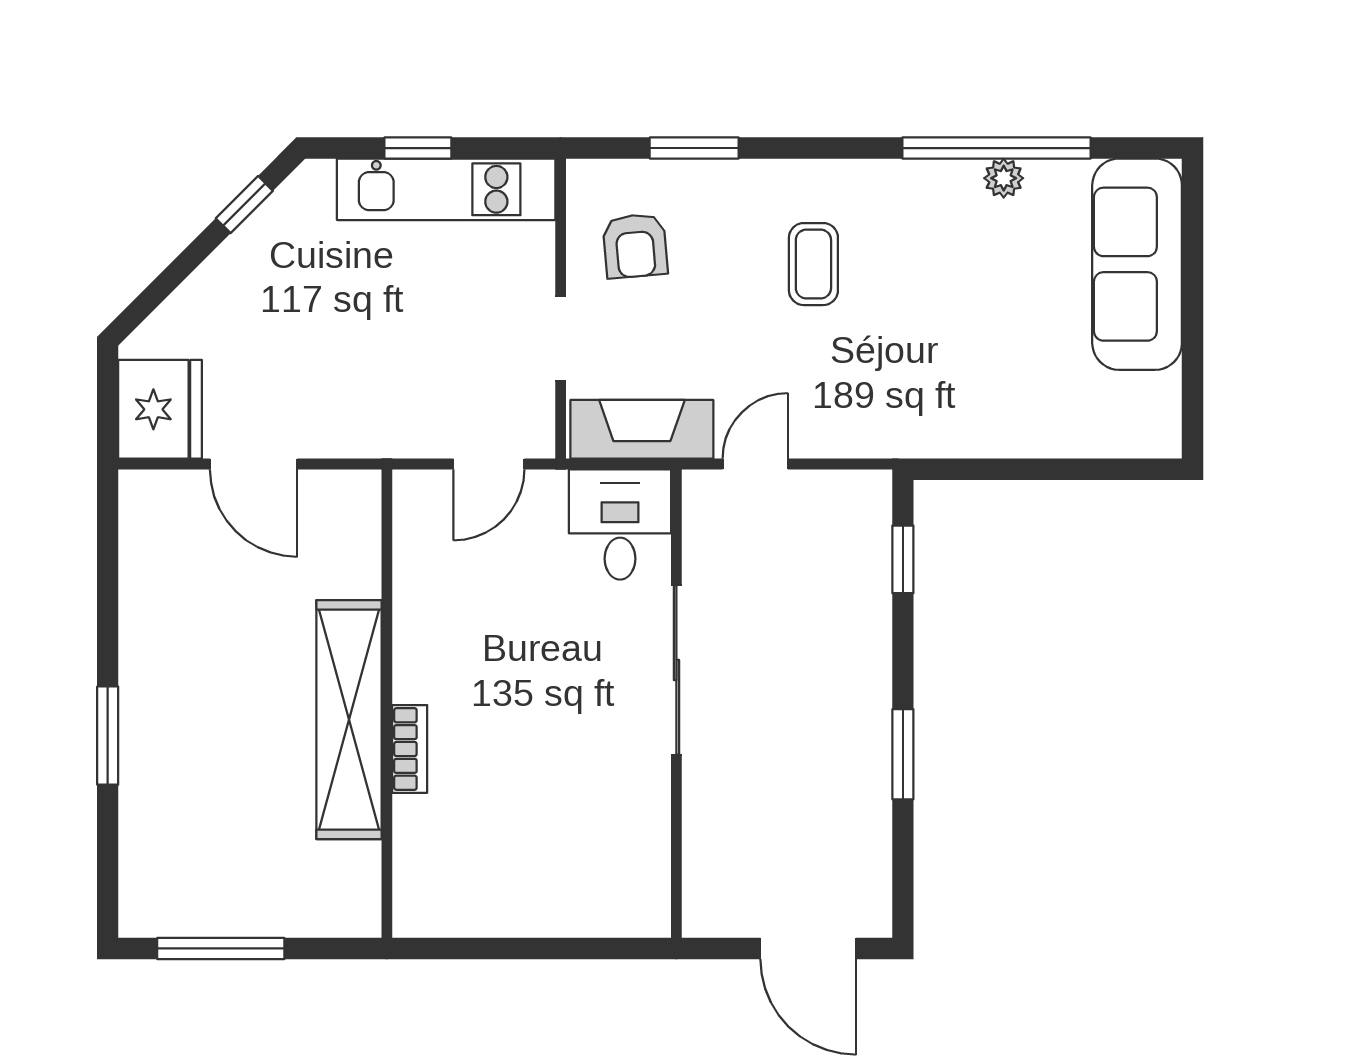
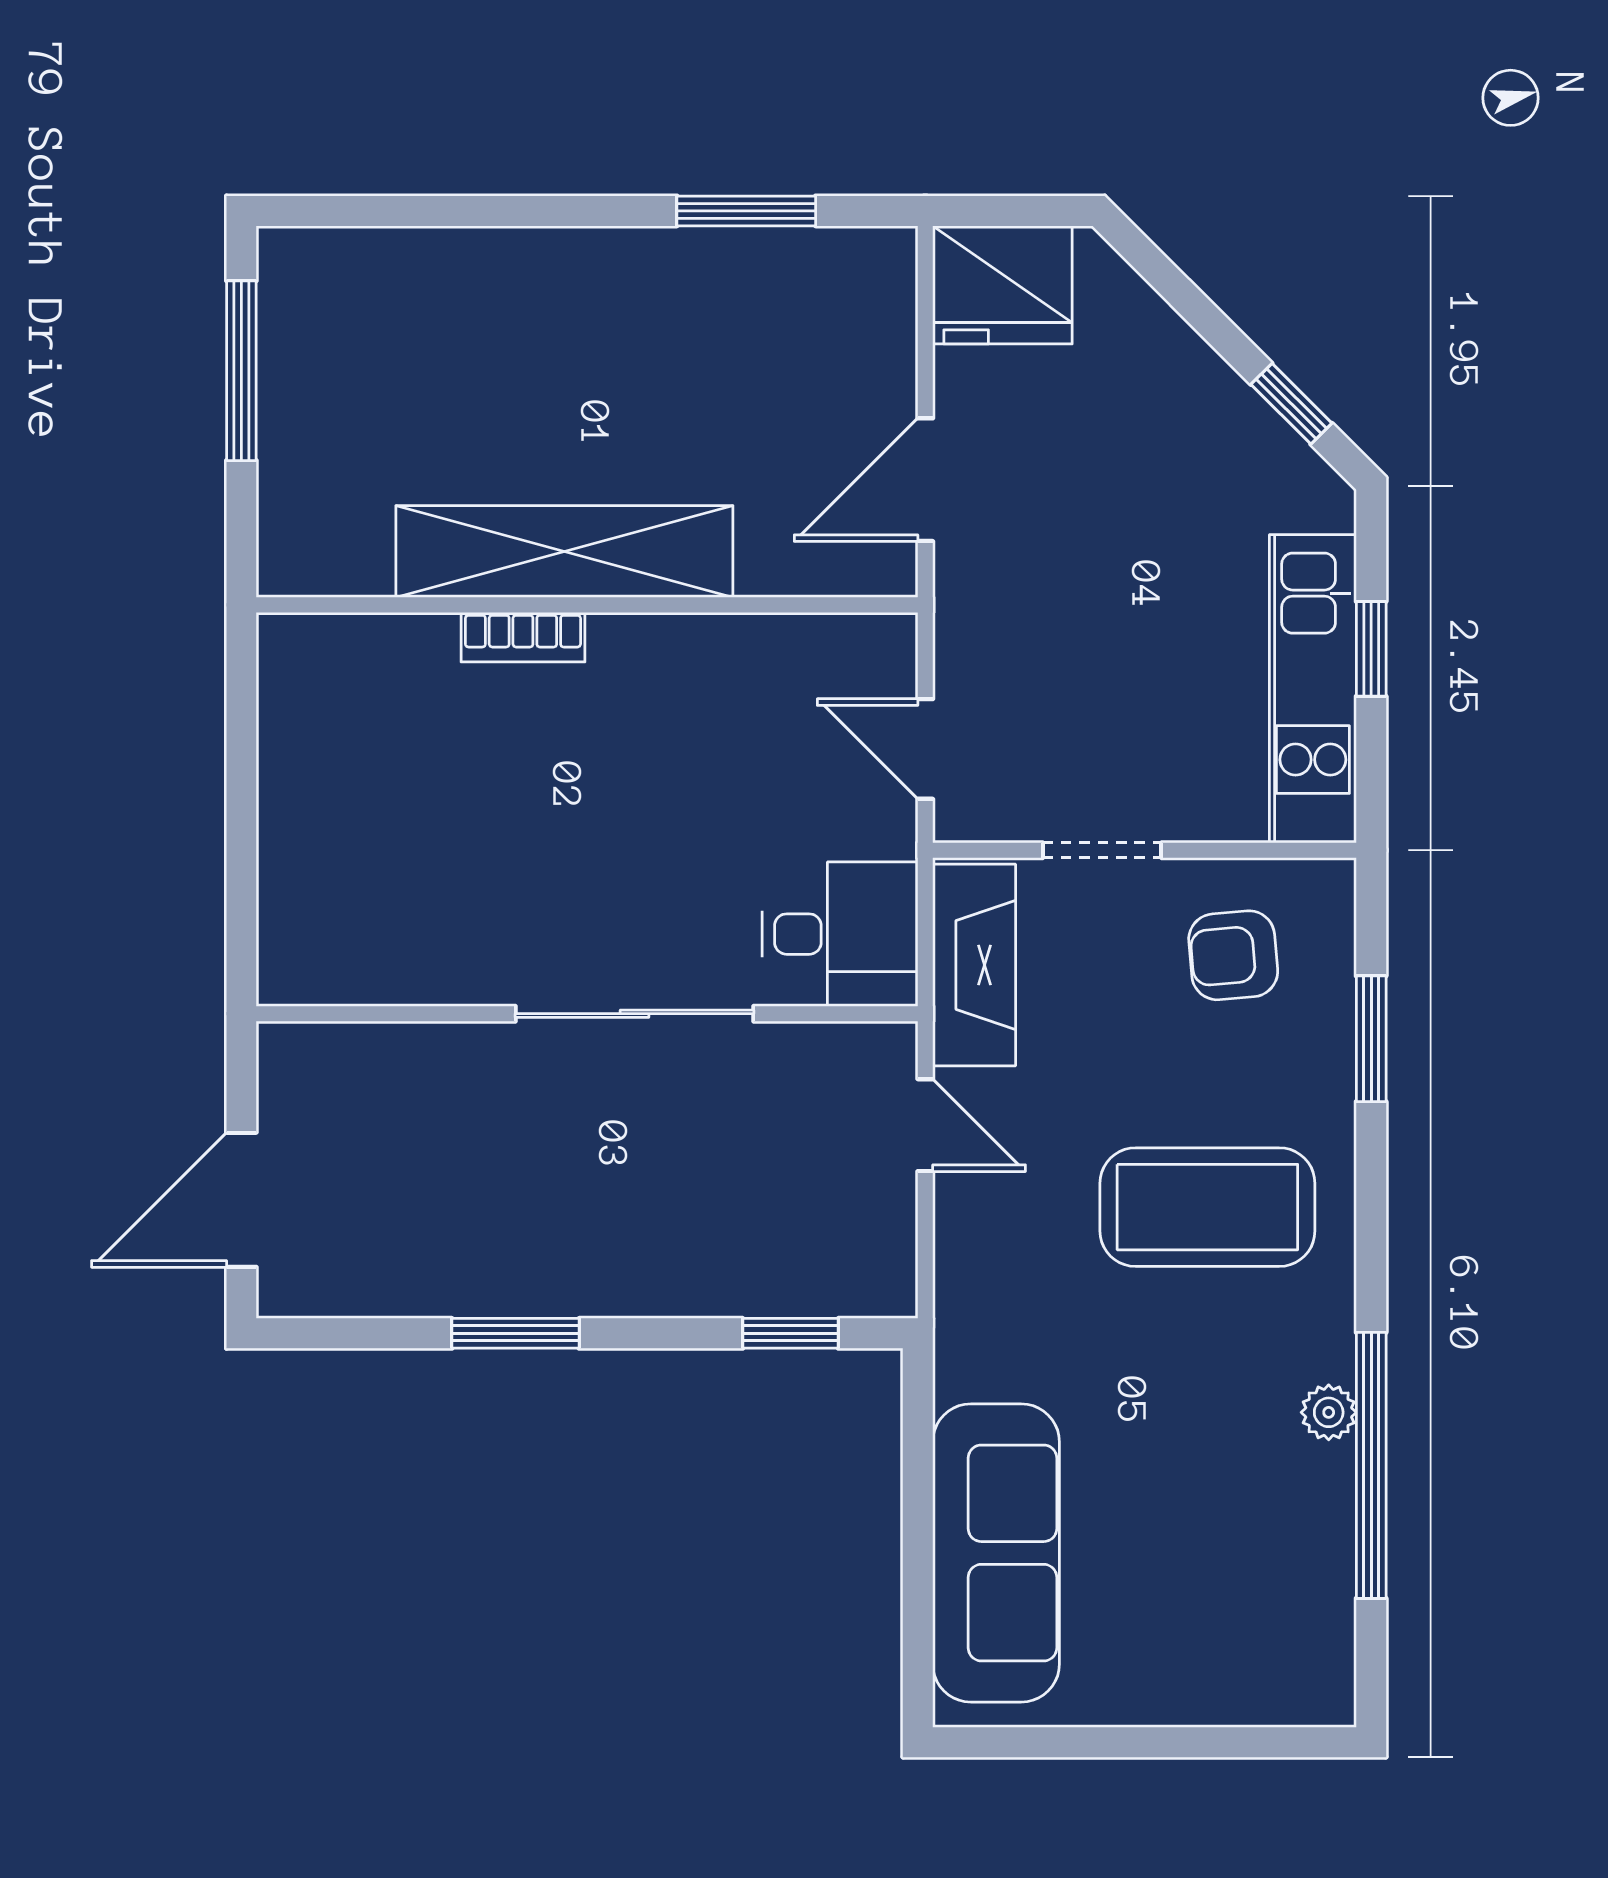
plant: (1004, 178) -> (1329, 1412), moved
coffee table: (813, 264) -> (1207, 1207), width x1.86, depth x1.72
sofa: (1137, 264) -> (996, 1553), moved, turned 90
door: (254, 464) -> (925, 480), moved
window: (108, 736) -> (746, 211), moved

